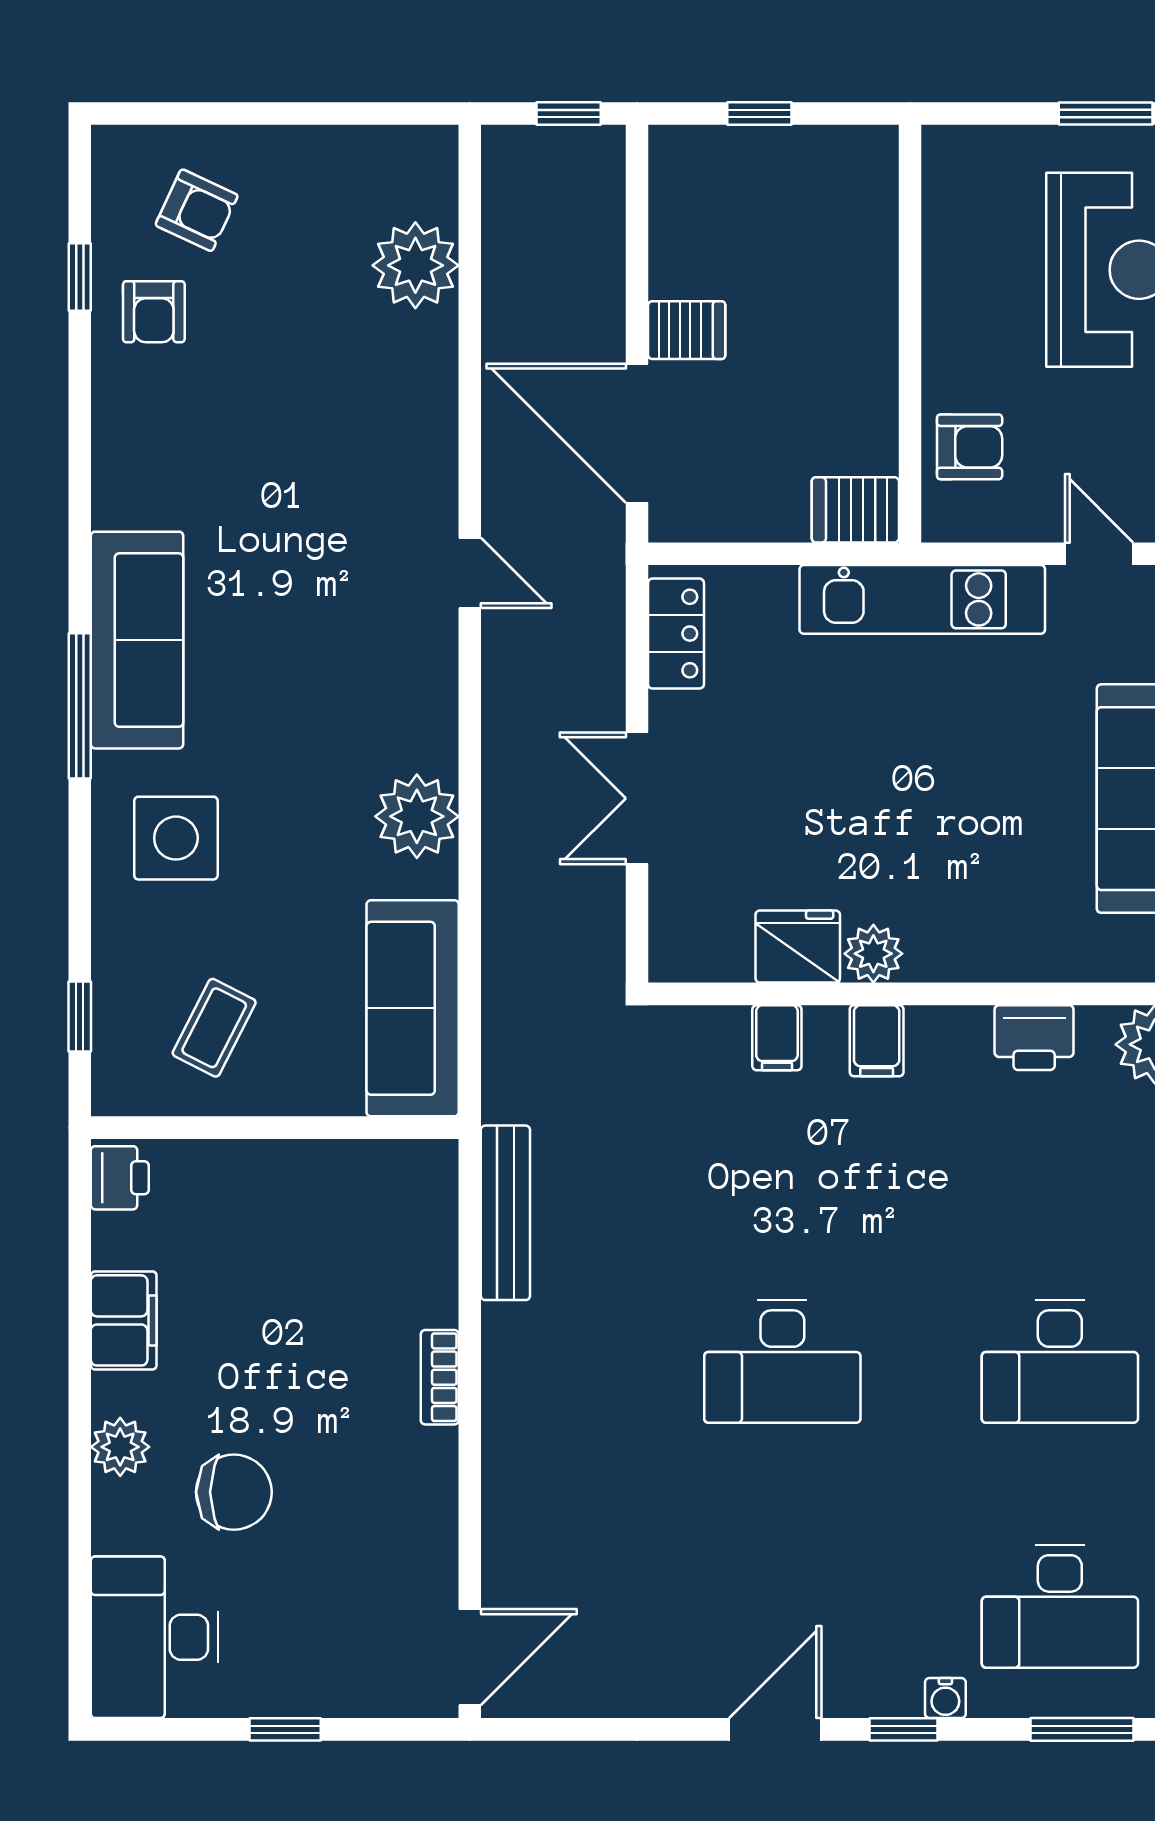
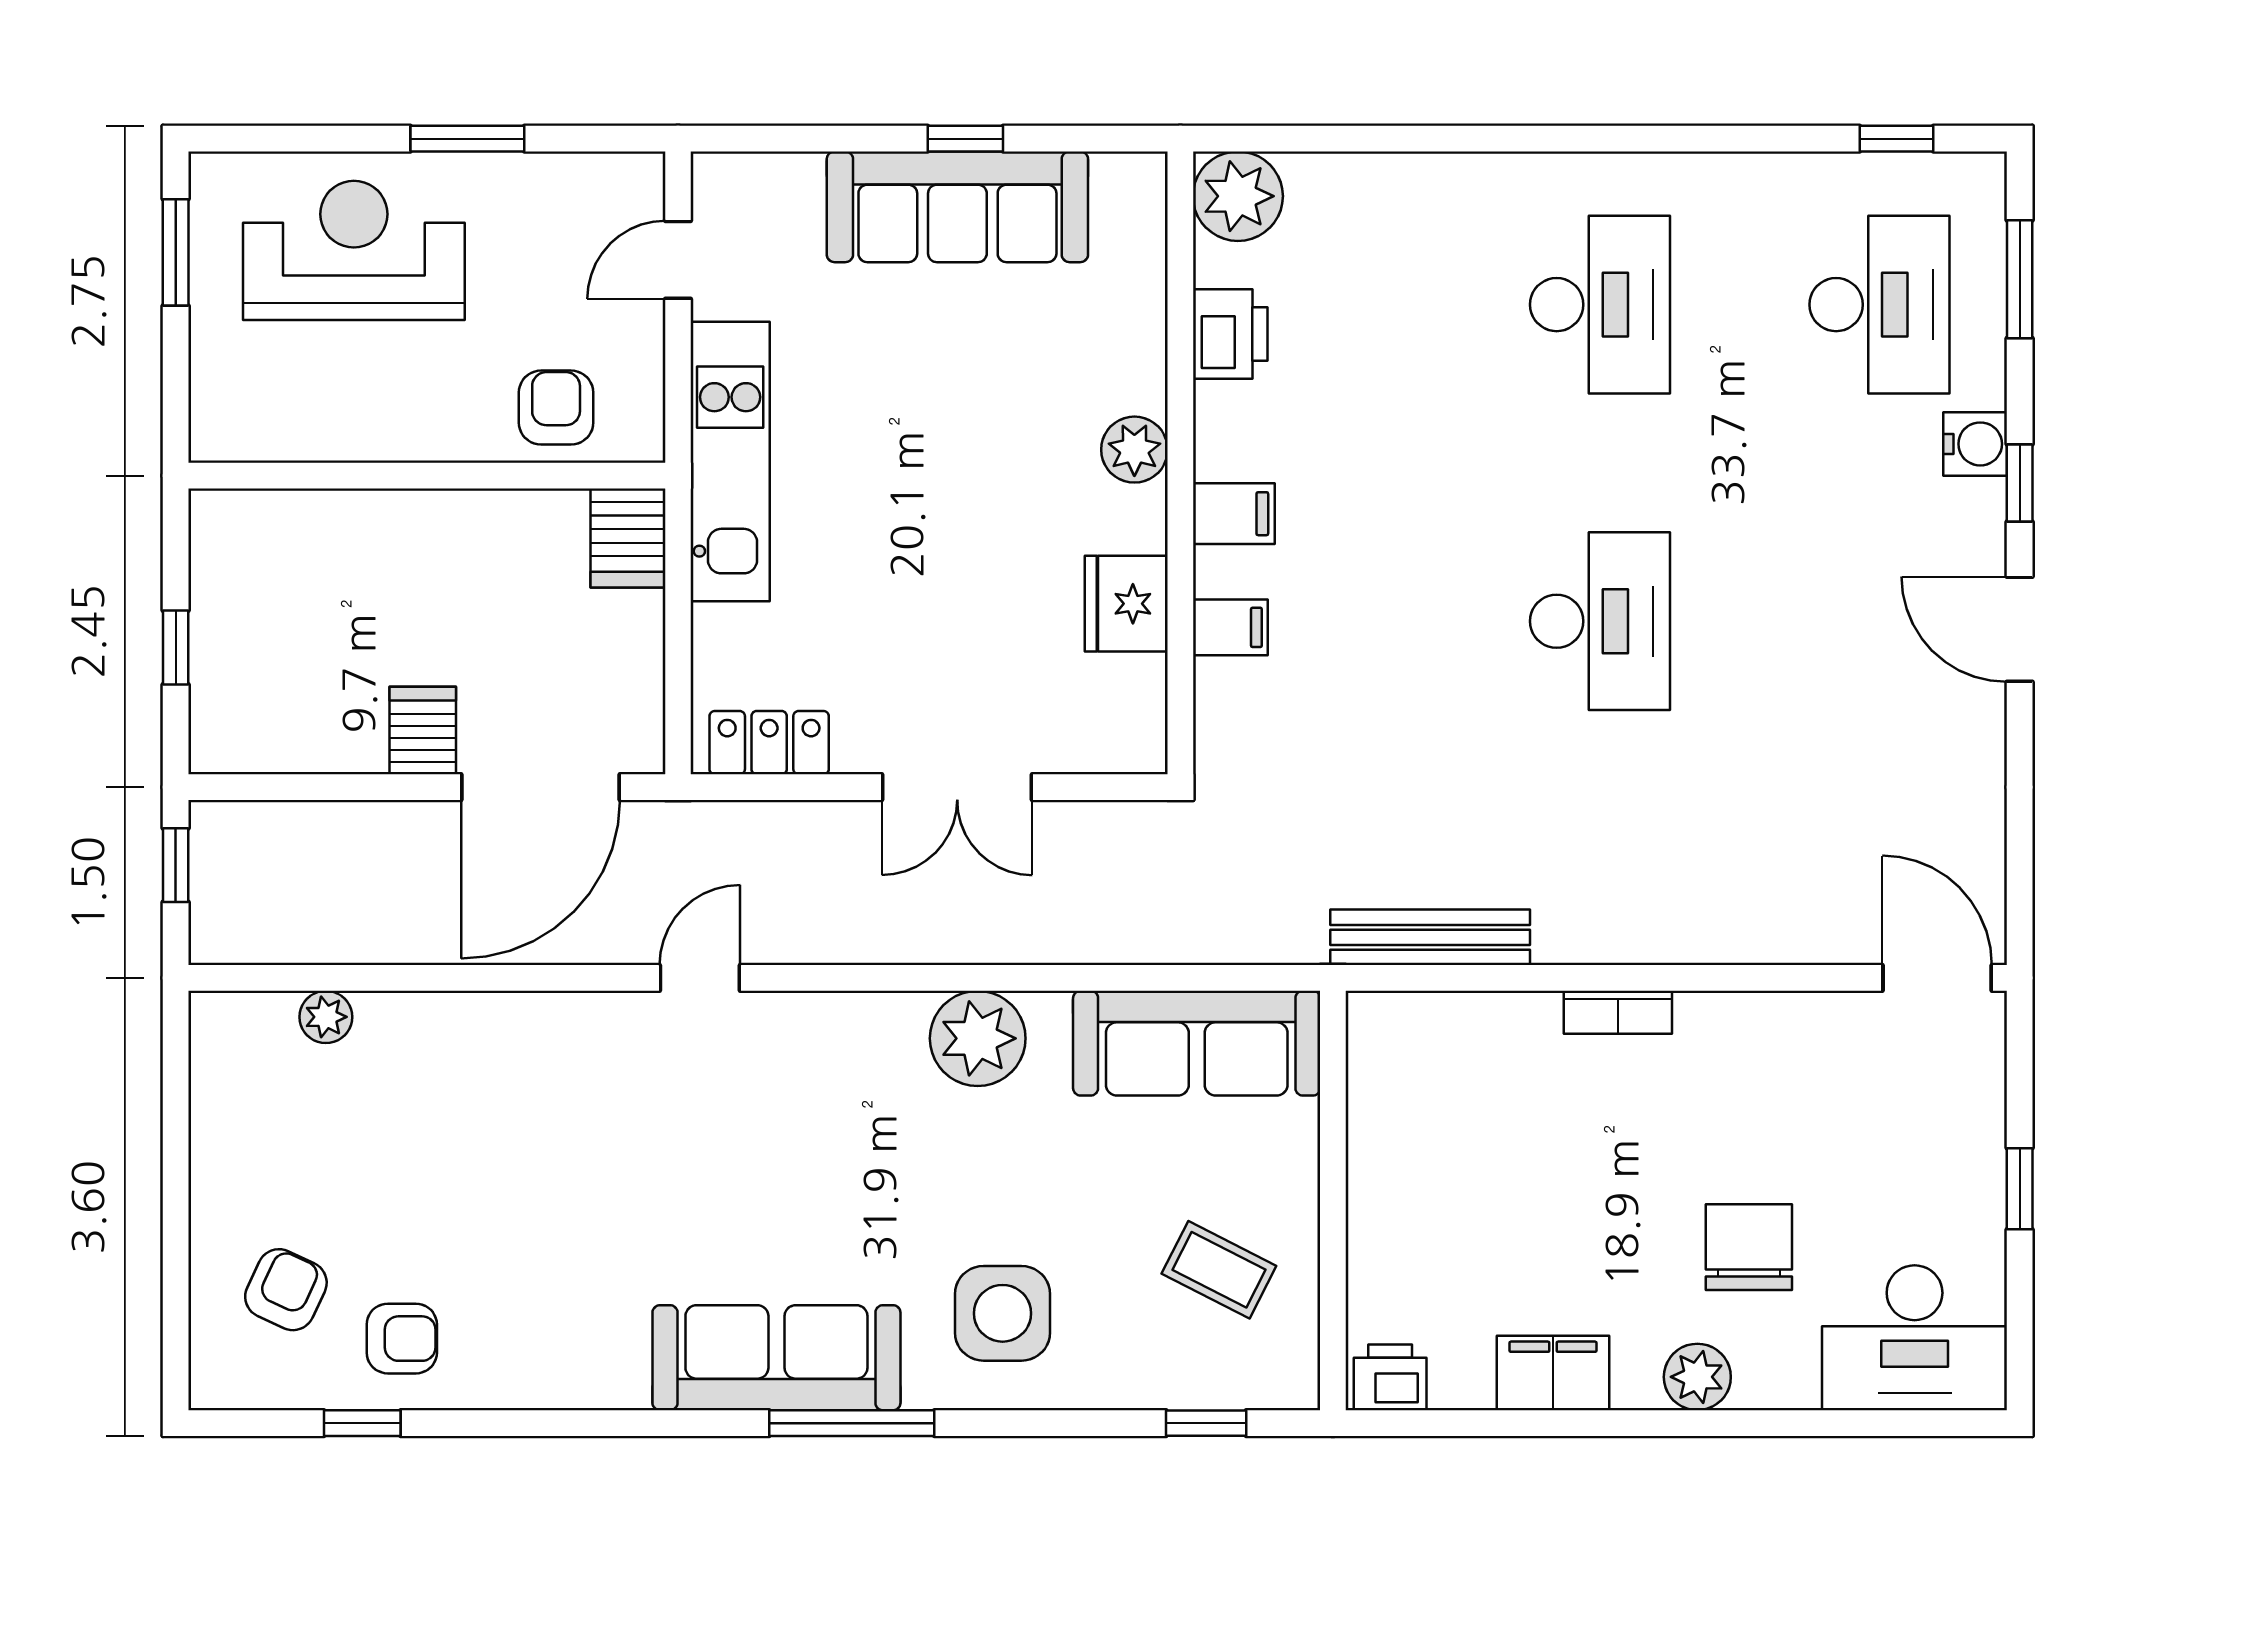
plant: (415, 265) -> (326, 1017), width x0.53, depth x0.53
plant: (873, 954) -> (1134, 450), moved
water cooler: (945, 1698) -> (1975, 444), width x1.38, depth x1.38

